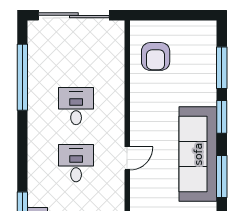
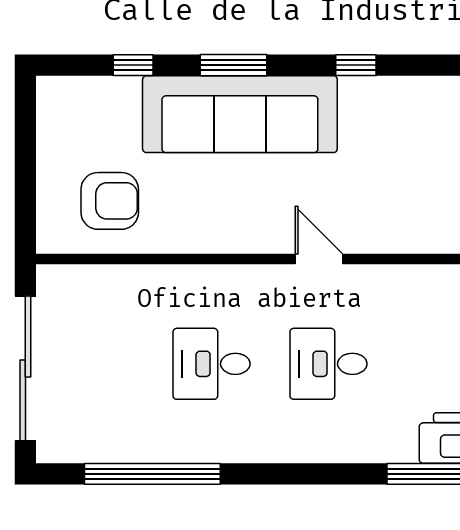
window: (222, 68) -> (133, 65), width x0.46
sofa: (198, 154) -> (240, 114), moved
window: (222, 177) -> (356, 65), width x0.46

